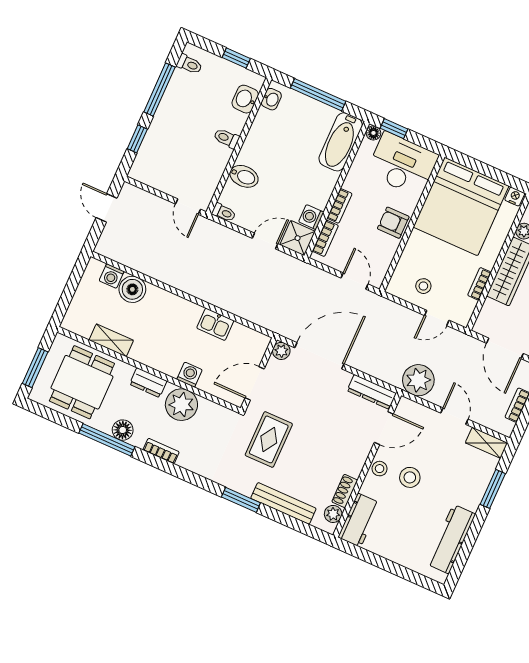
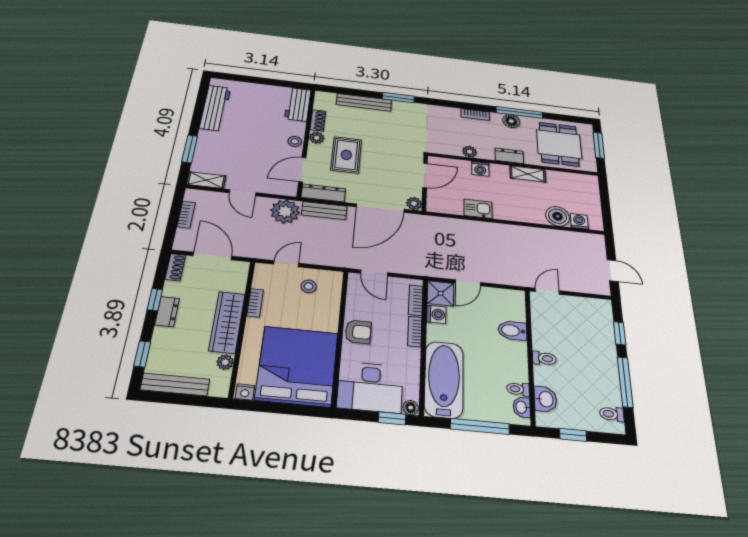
bathtub: (341, 142) -> (444, 379), width x1.36, depth x1.36
door: (188, 207) -> (547, 291), hinge flipped
toilet: (224, 213) -> (518, 389), moved
shelving: (111, 340) -> (528, 174), moved
bench: (378, 370) -> (324, 211), added
plant: (181, 405) -> (470, 152), width x0.53, depth x0.53
rug: (269, 439) -> (346, 155), moved
stool: (410, 477) -> (266, 141), removed
plant: (333, 514) -> (317, 138), moved

